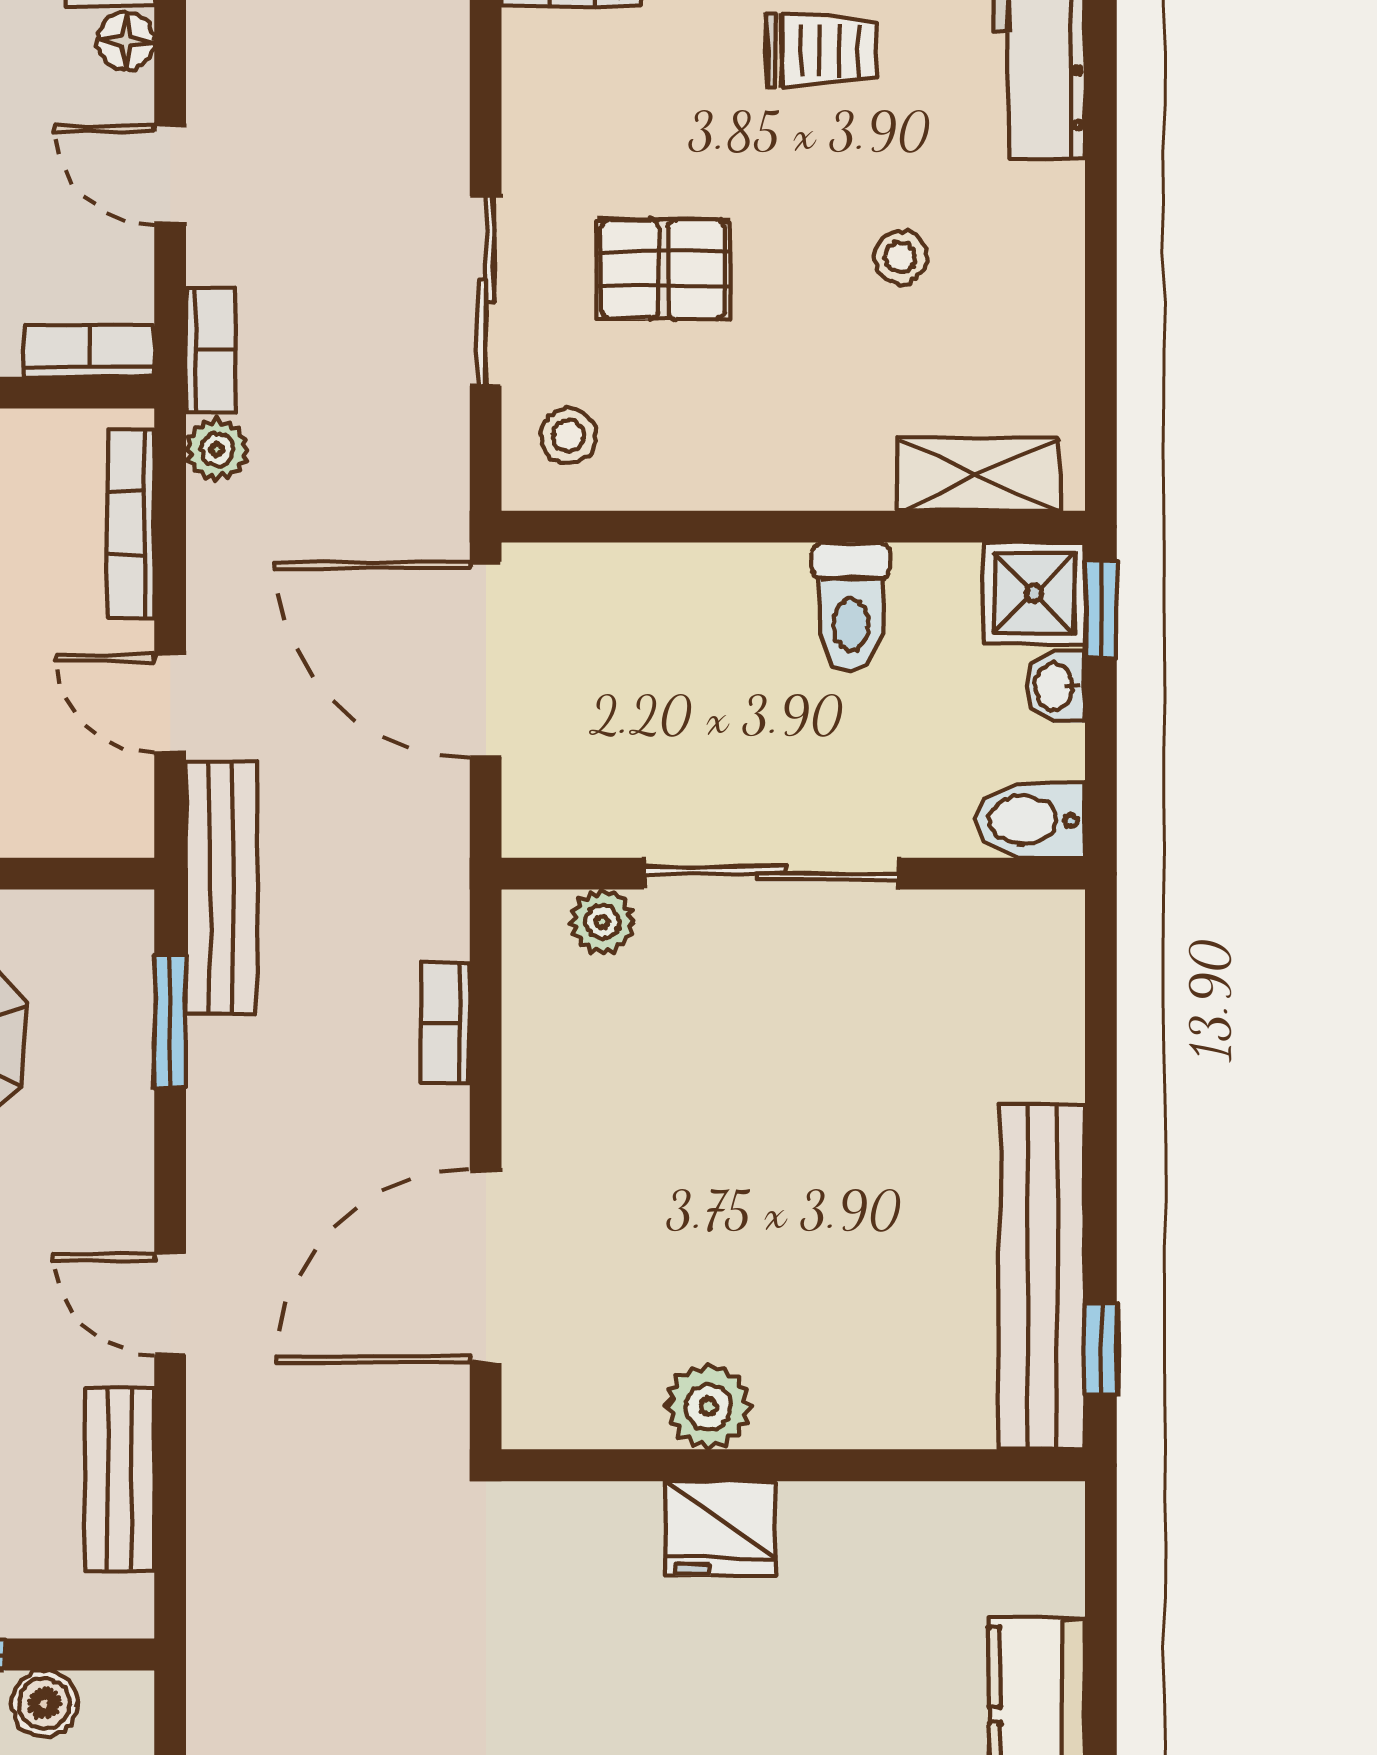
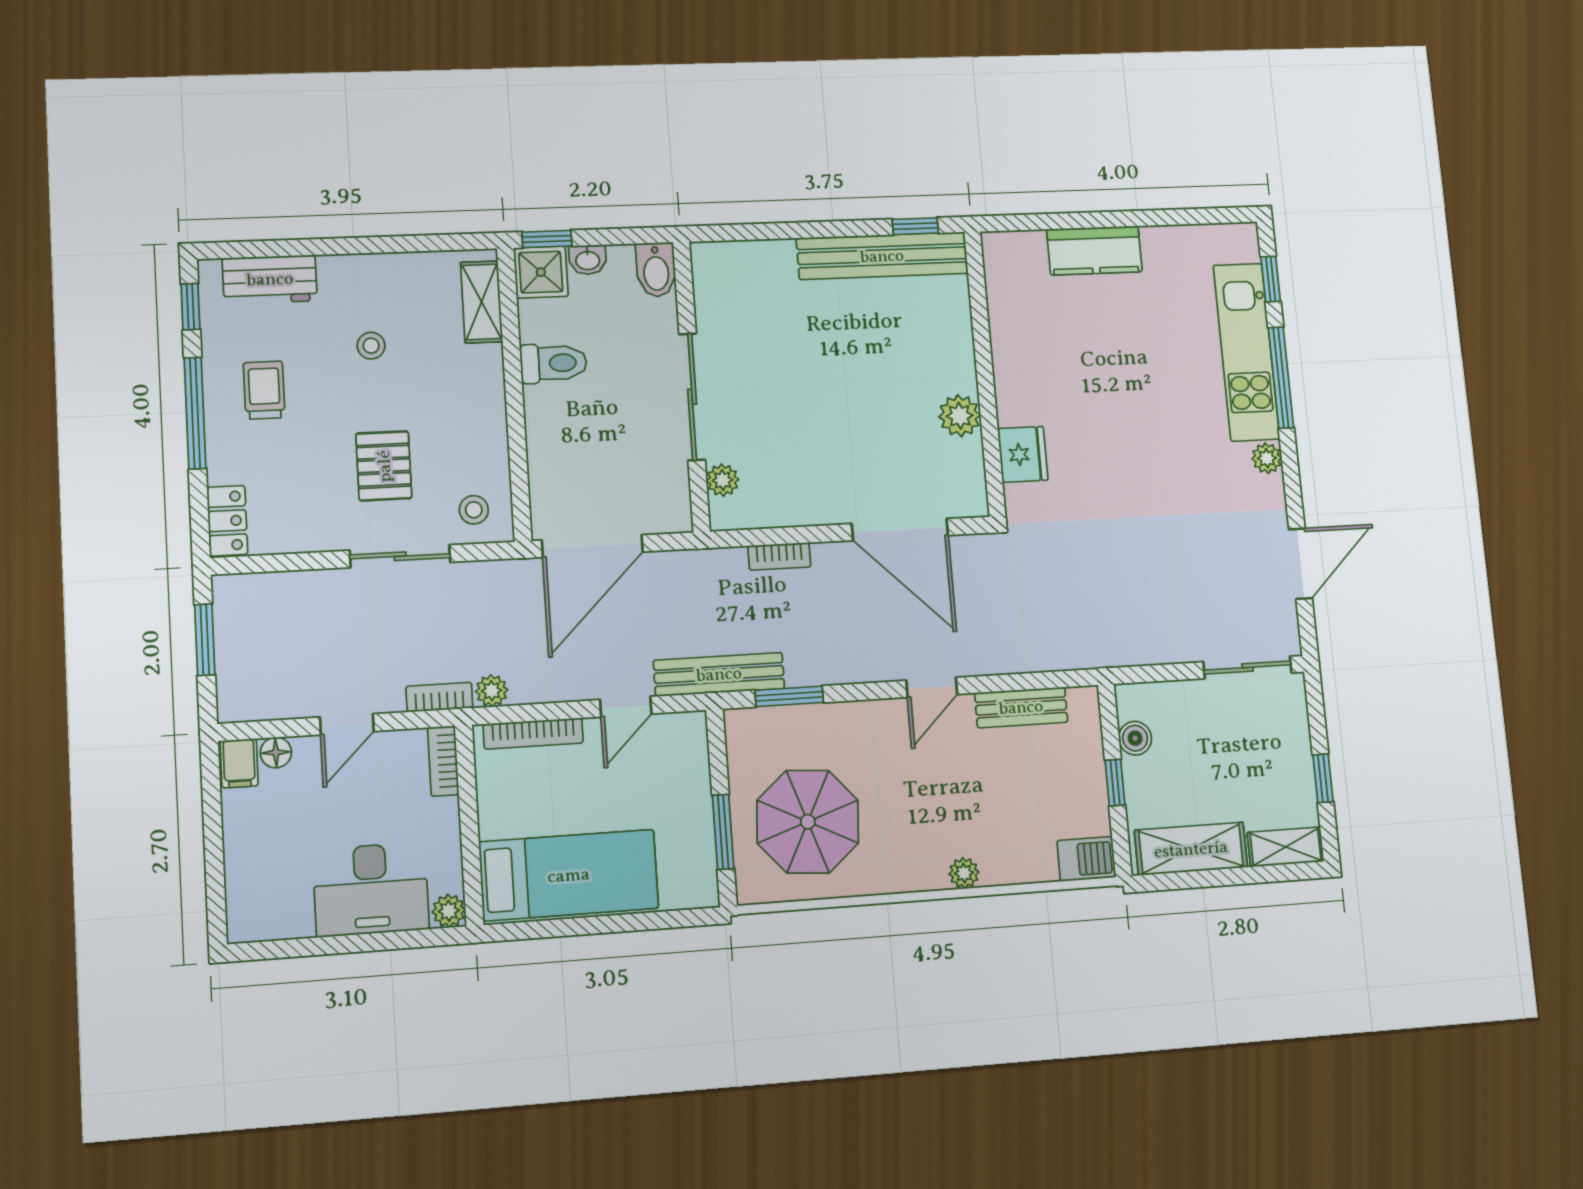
fridge: (721, 1528) -> (1023, 454), moved

